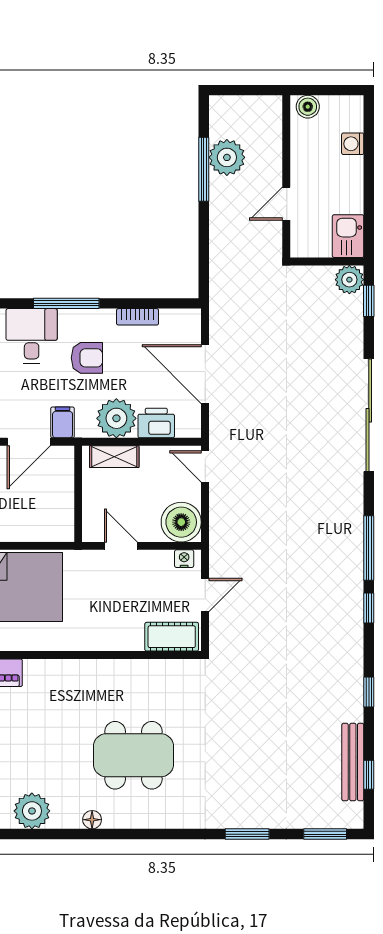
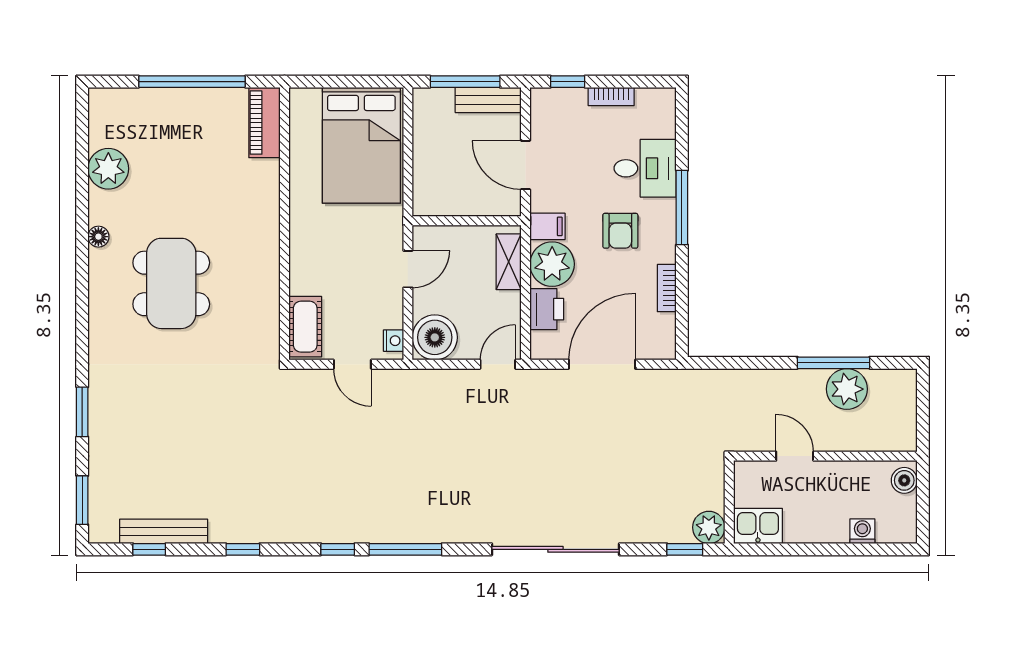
filing cabinet: (63, 422) -> (547, 226), moved

